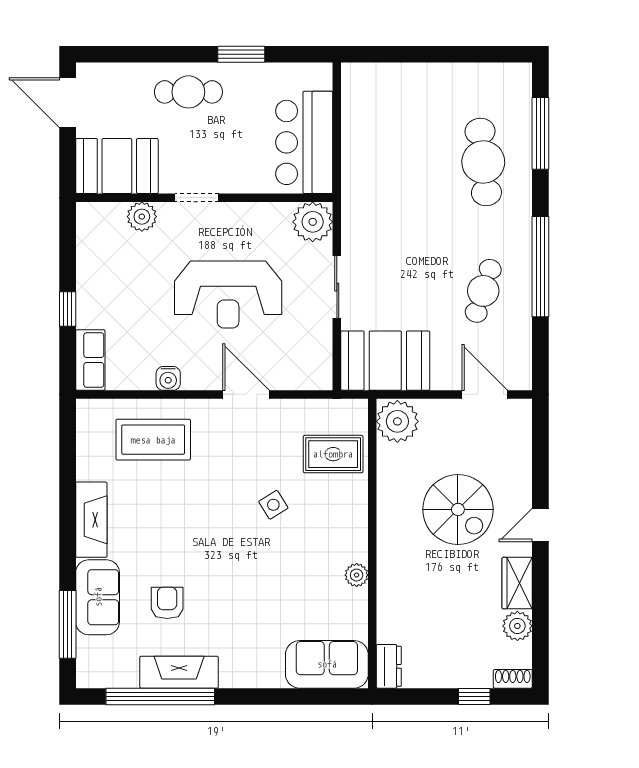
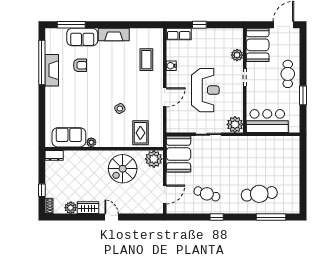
window: (540, 267) -> (217, 217), width x0.32
reception desk: (228, 295) -> (205, 90), turned 180
coffee table: (153, 440) -> (146, 60), width x0.73, depth x0.76
spiral stairs: (458, 509) -> (123, 169), moved
sofa: (327, 664) -> (69, 137), moved, turned -90

